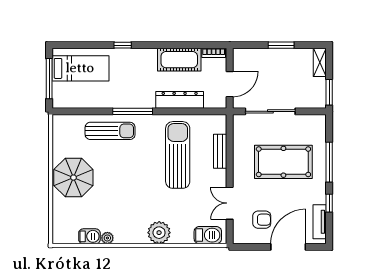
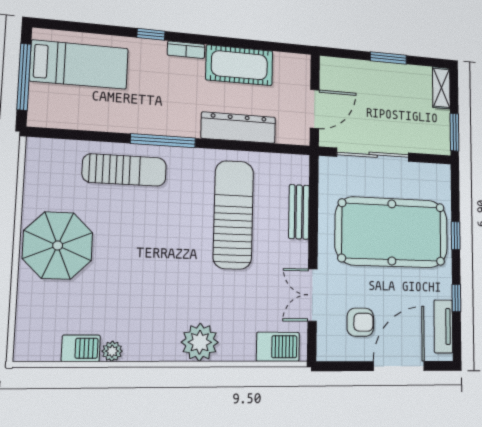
bookcase: (214, 53) -> (186, 50), moved
pool table: (283, 162) -> (392, 232), width x1.36, depth x1.32
window: (329, 162) -> (456, 235), width x0.46

